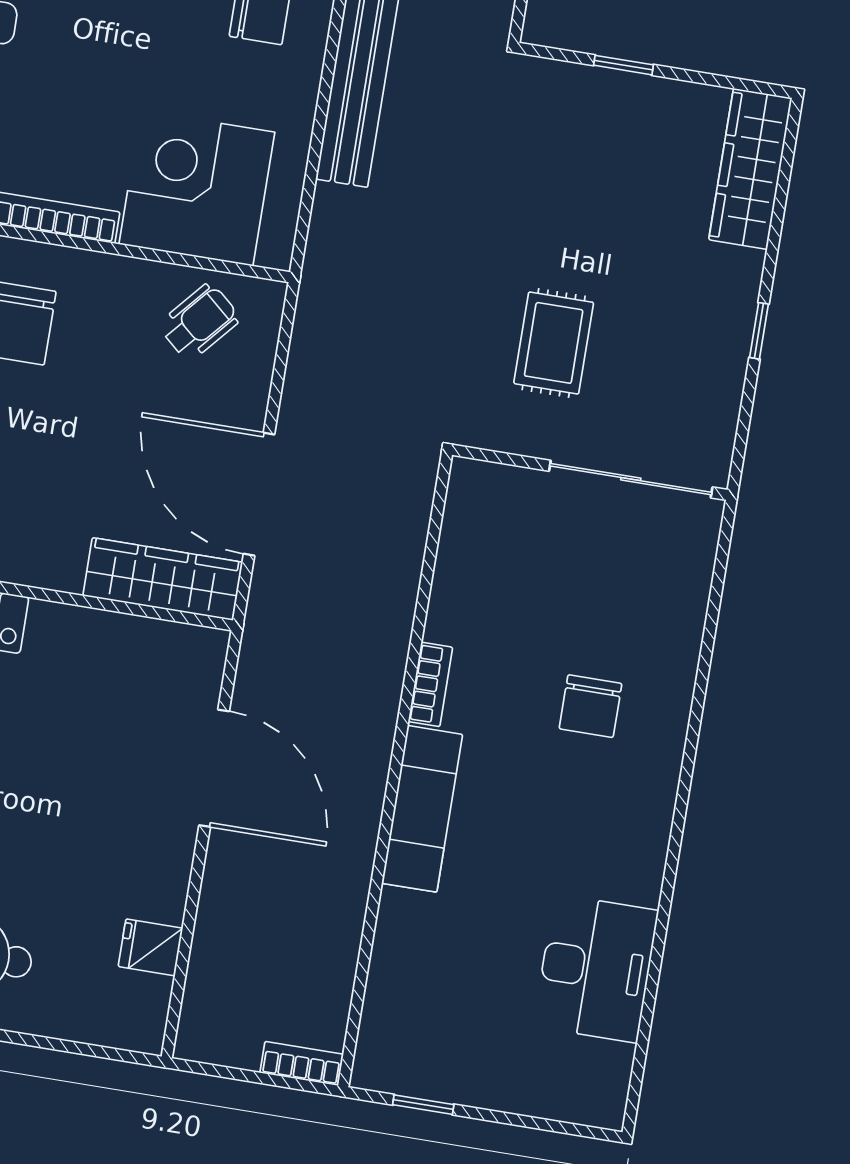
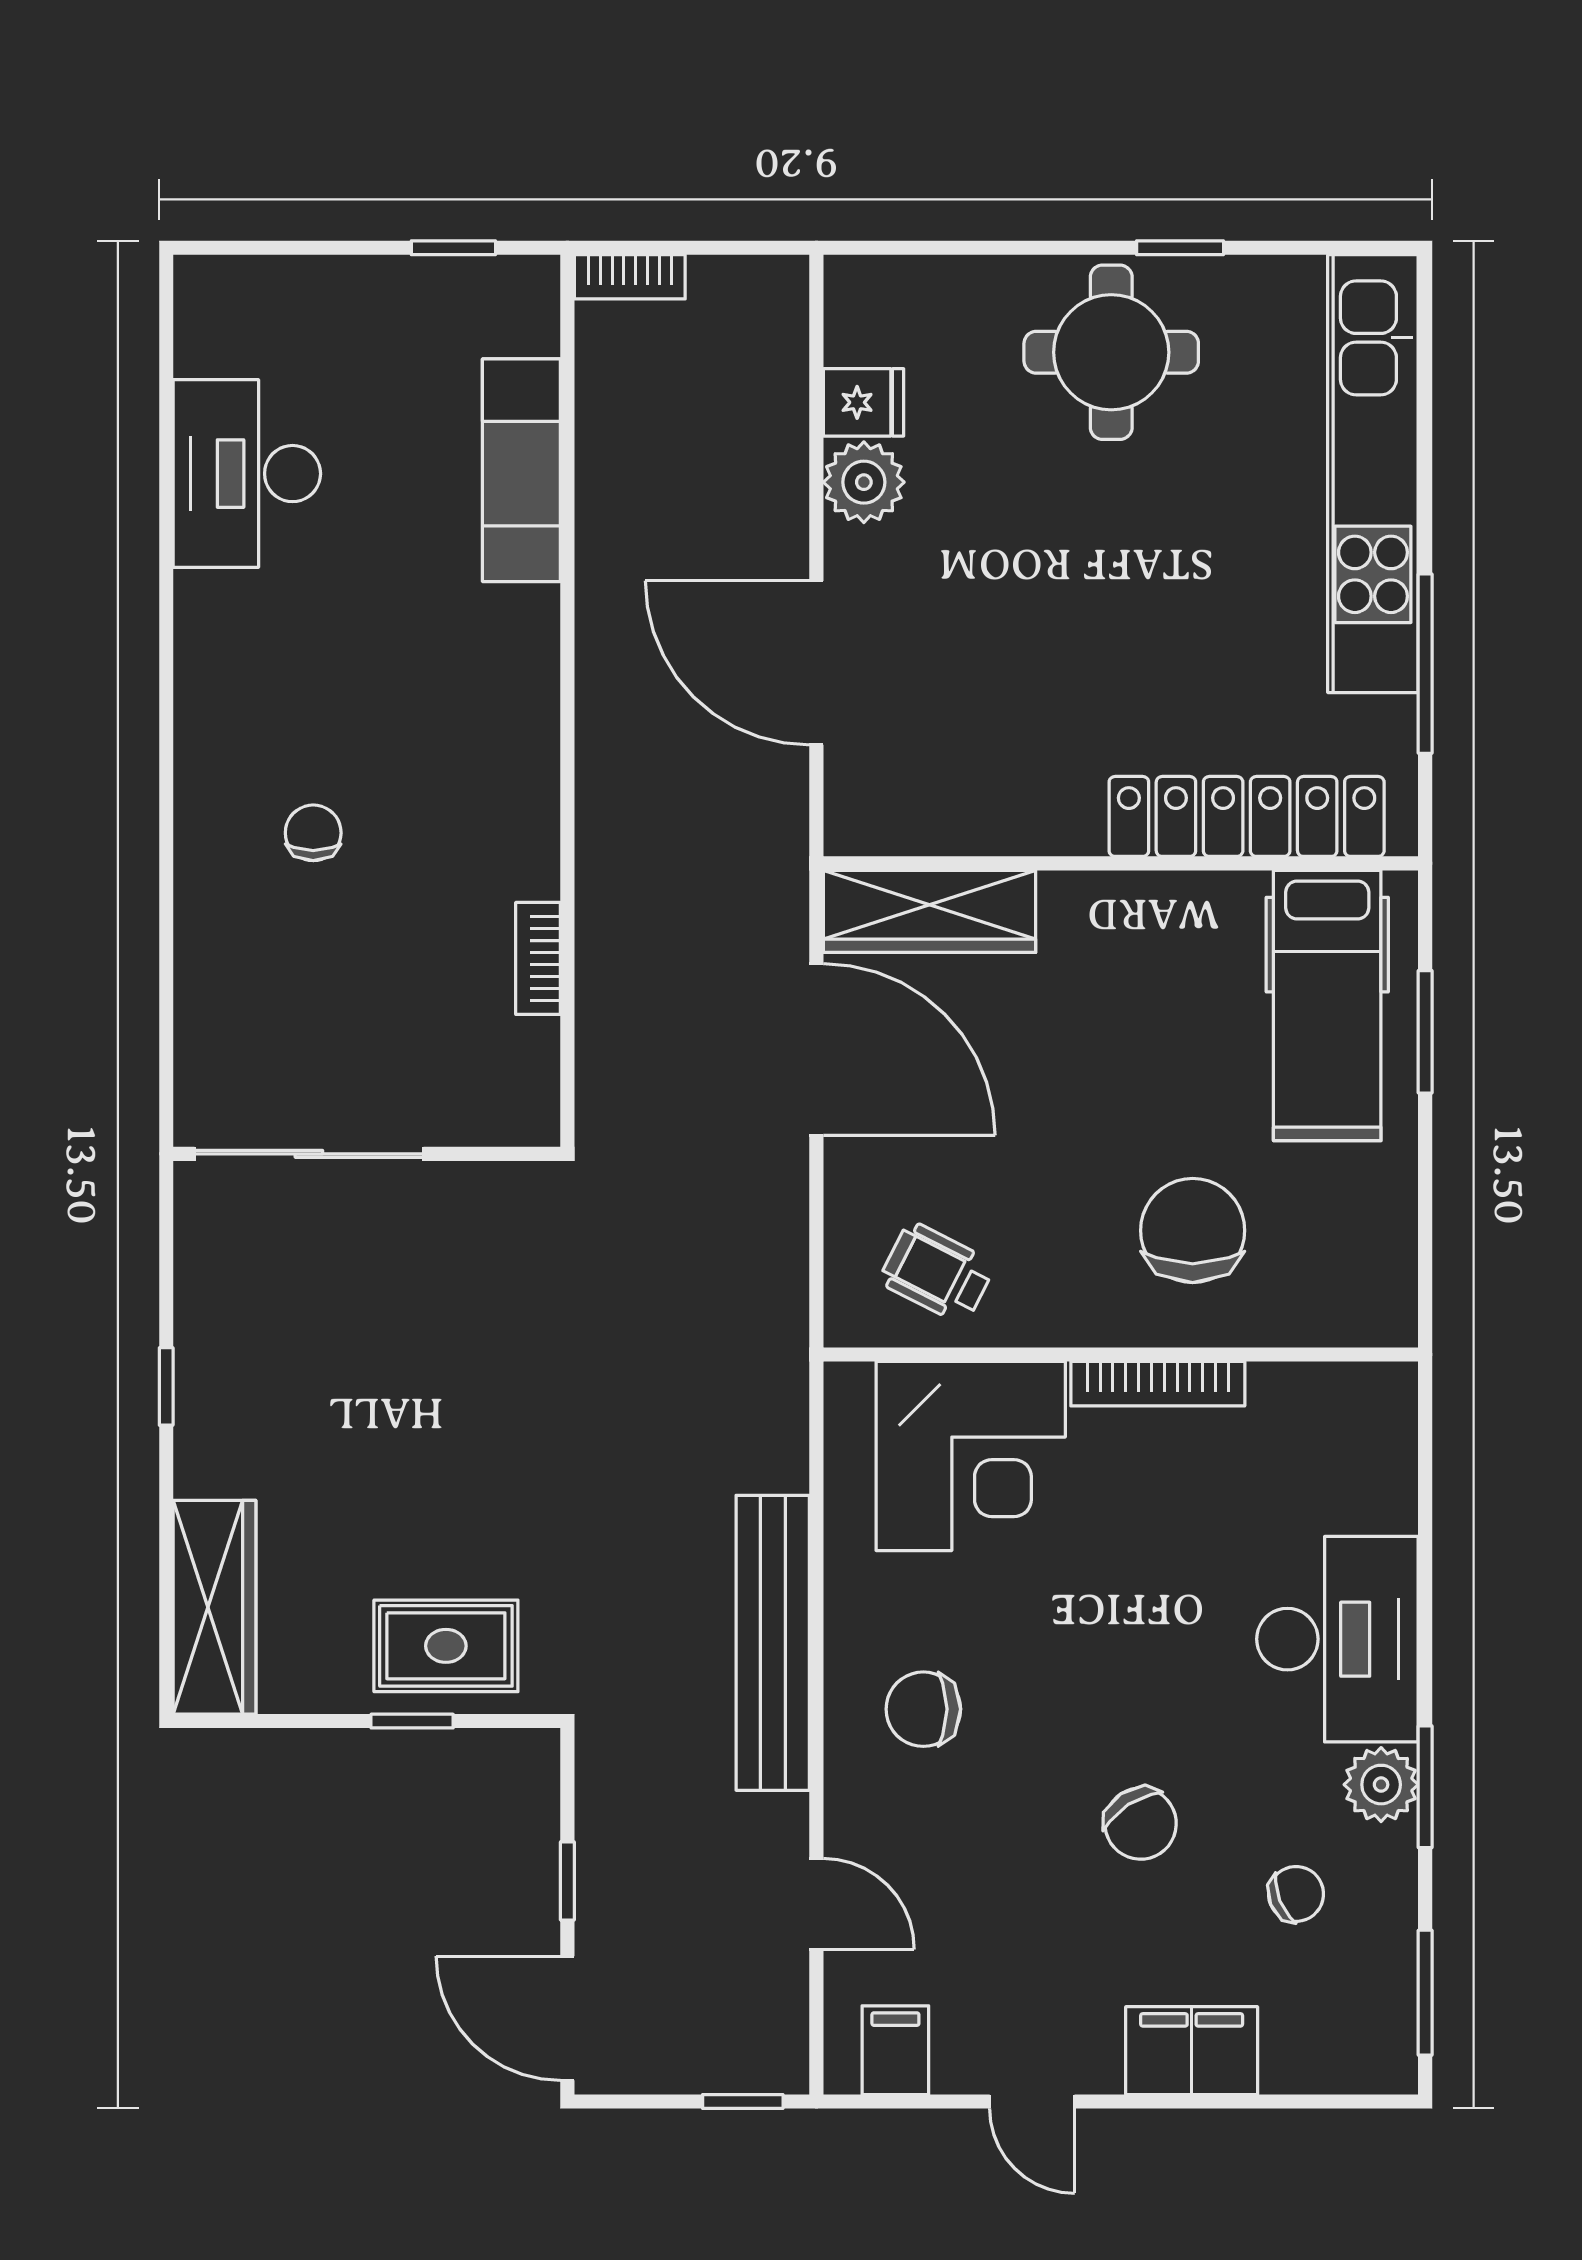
wheelchair: (199, 322) -> (937, 1273), turned 76
rug: (554, 343) -> (446, 1646), moved, turned 90
bookcase: (430, 684) -> (538, 958), moved
chair: (590, 706) -> (313, 833), width x0.73, depth x0.73
exam couch: (422, 809) -> (521, 470), moved
plant: (160, 891) -> (864, 482), added

